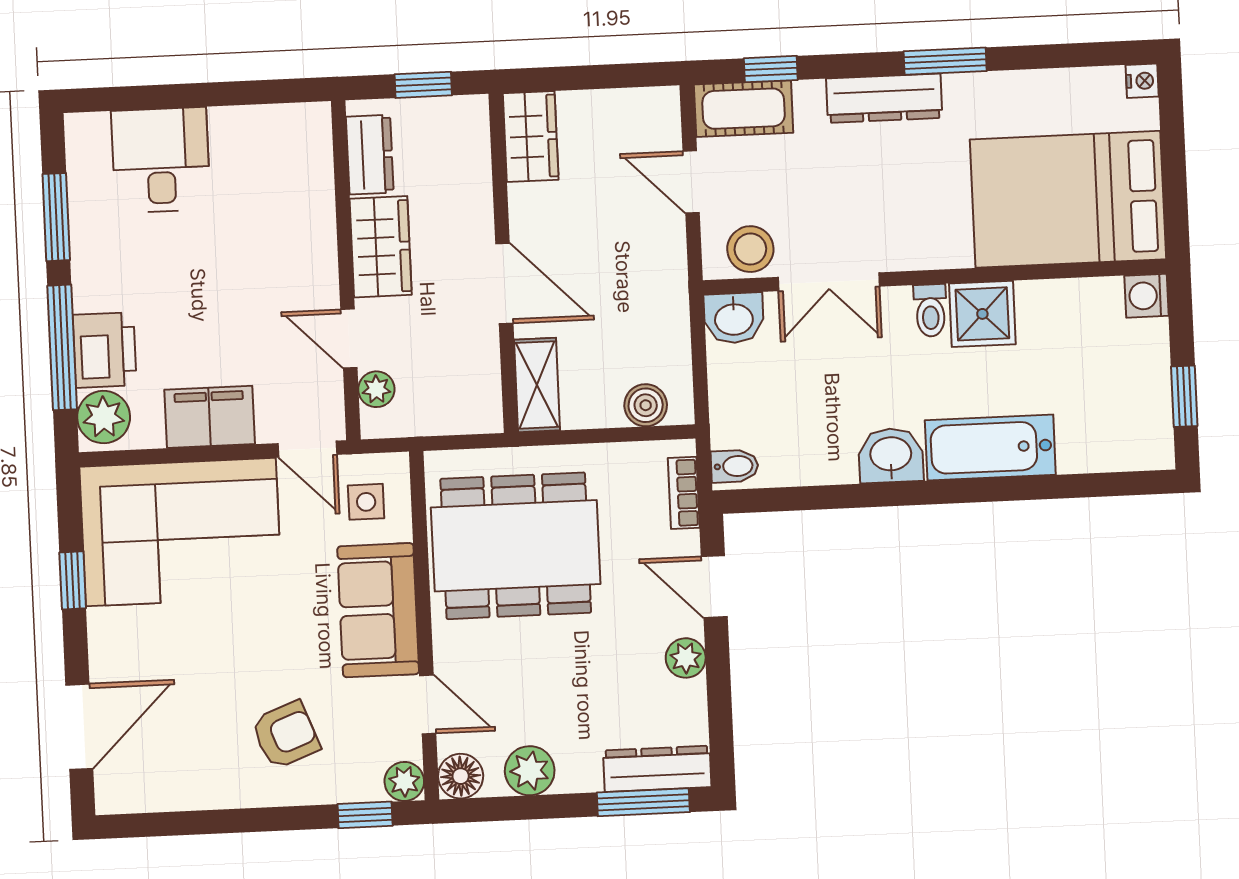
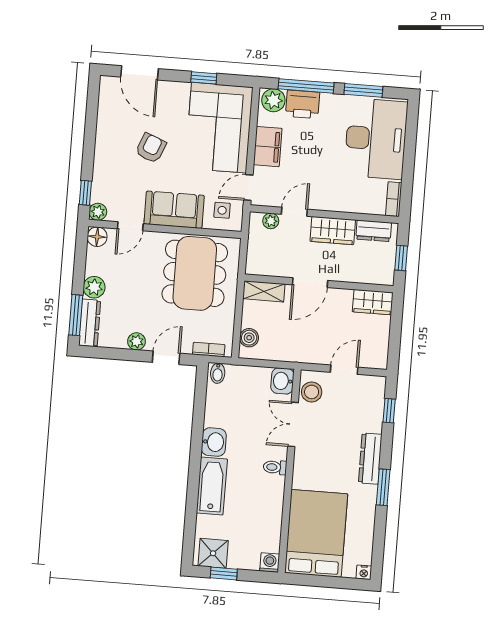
cot: (744, 109) -> (373, 397), removed
bookcase: (293, 118) -> (394, 199), added
desk: (161, 160) -> (376, 139), width x1.87, depth x1.30
shower: (982, 314) -> (213, 553), moved
armchair: (286, 735) -> (151, 148), moved, turned -137
plant: (530, 771) -> (94, 287), moved

